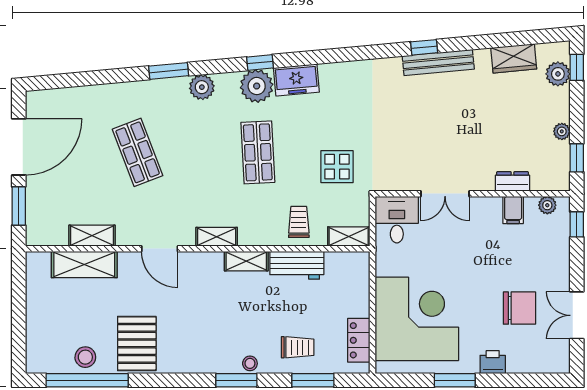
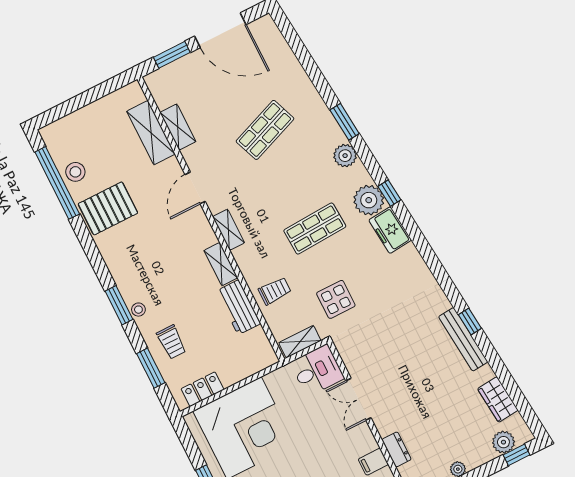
shelving: (349, 236) -> (300, 342), moved, turned 90

